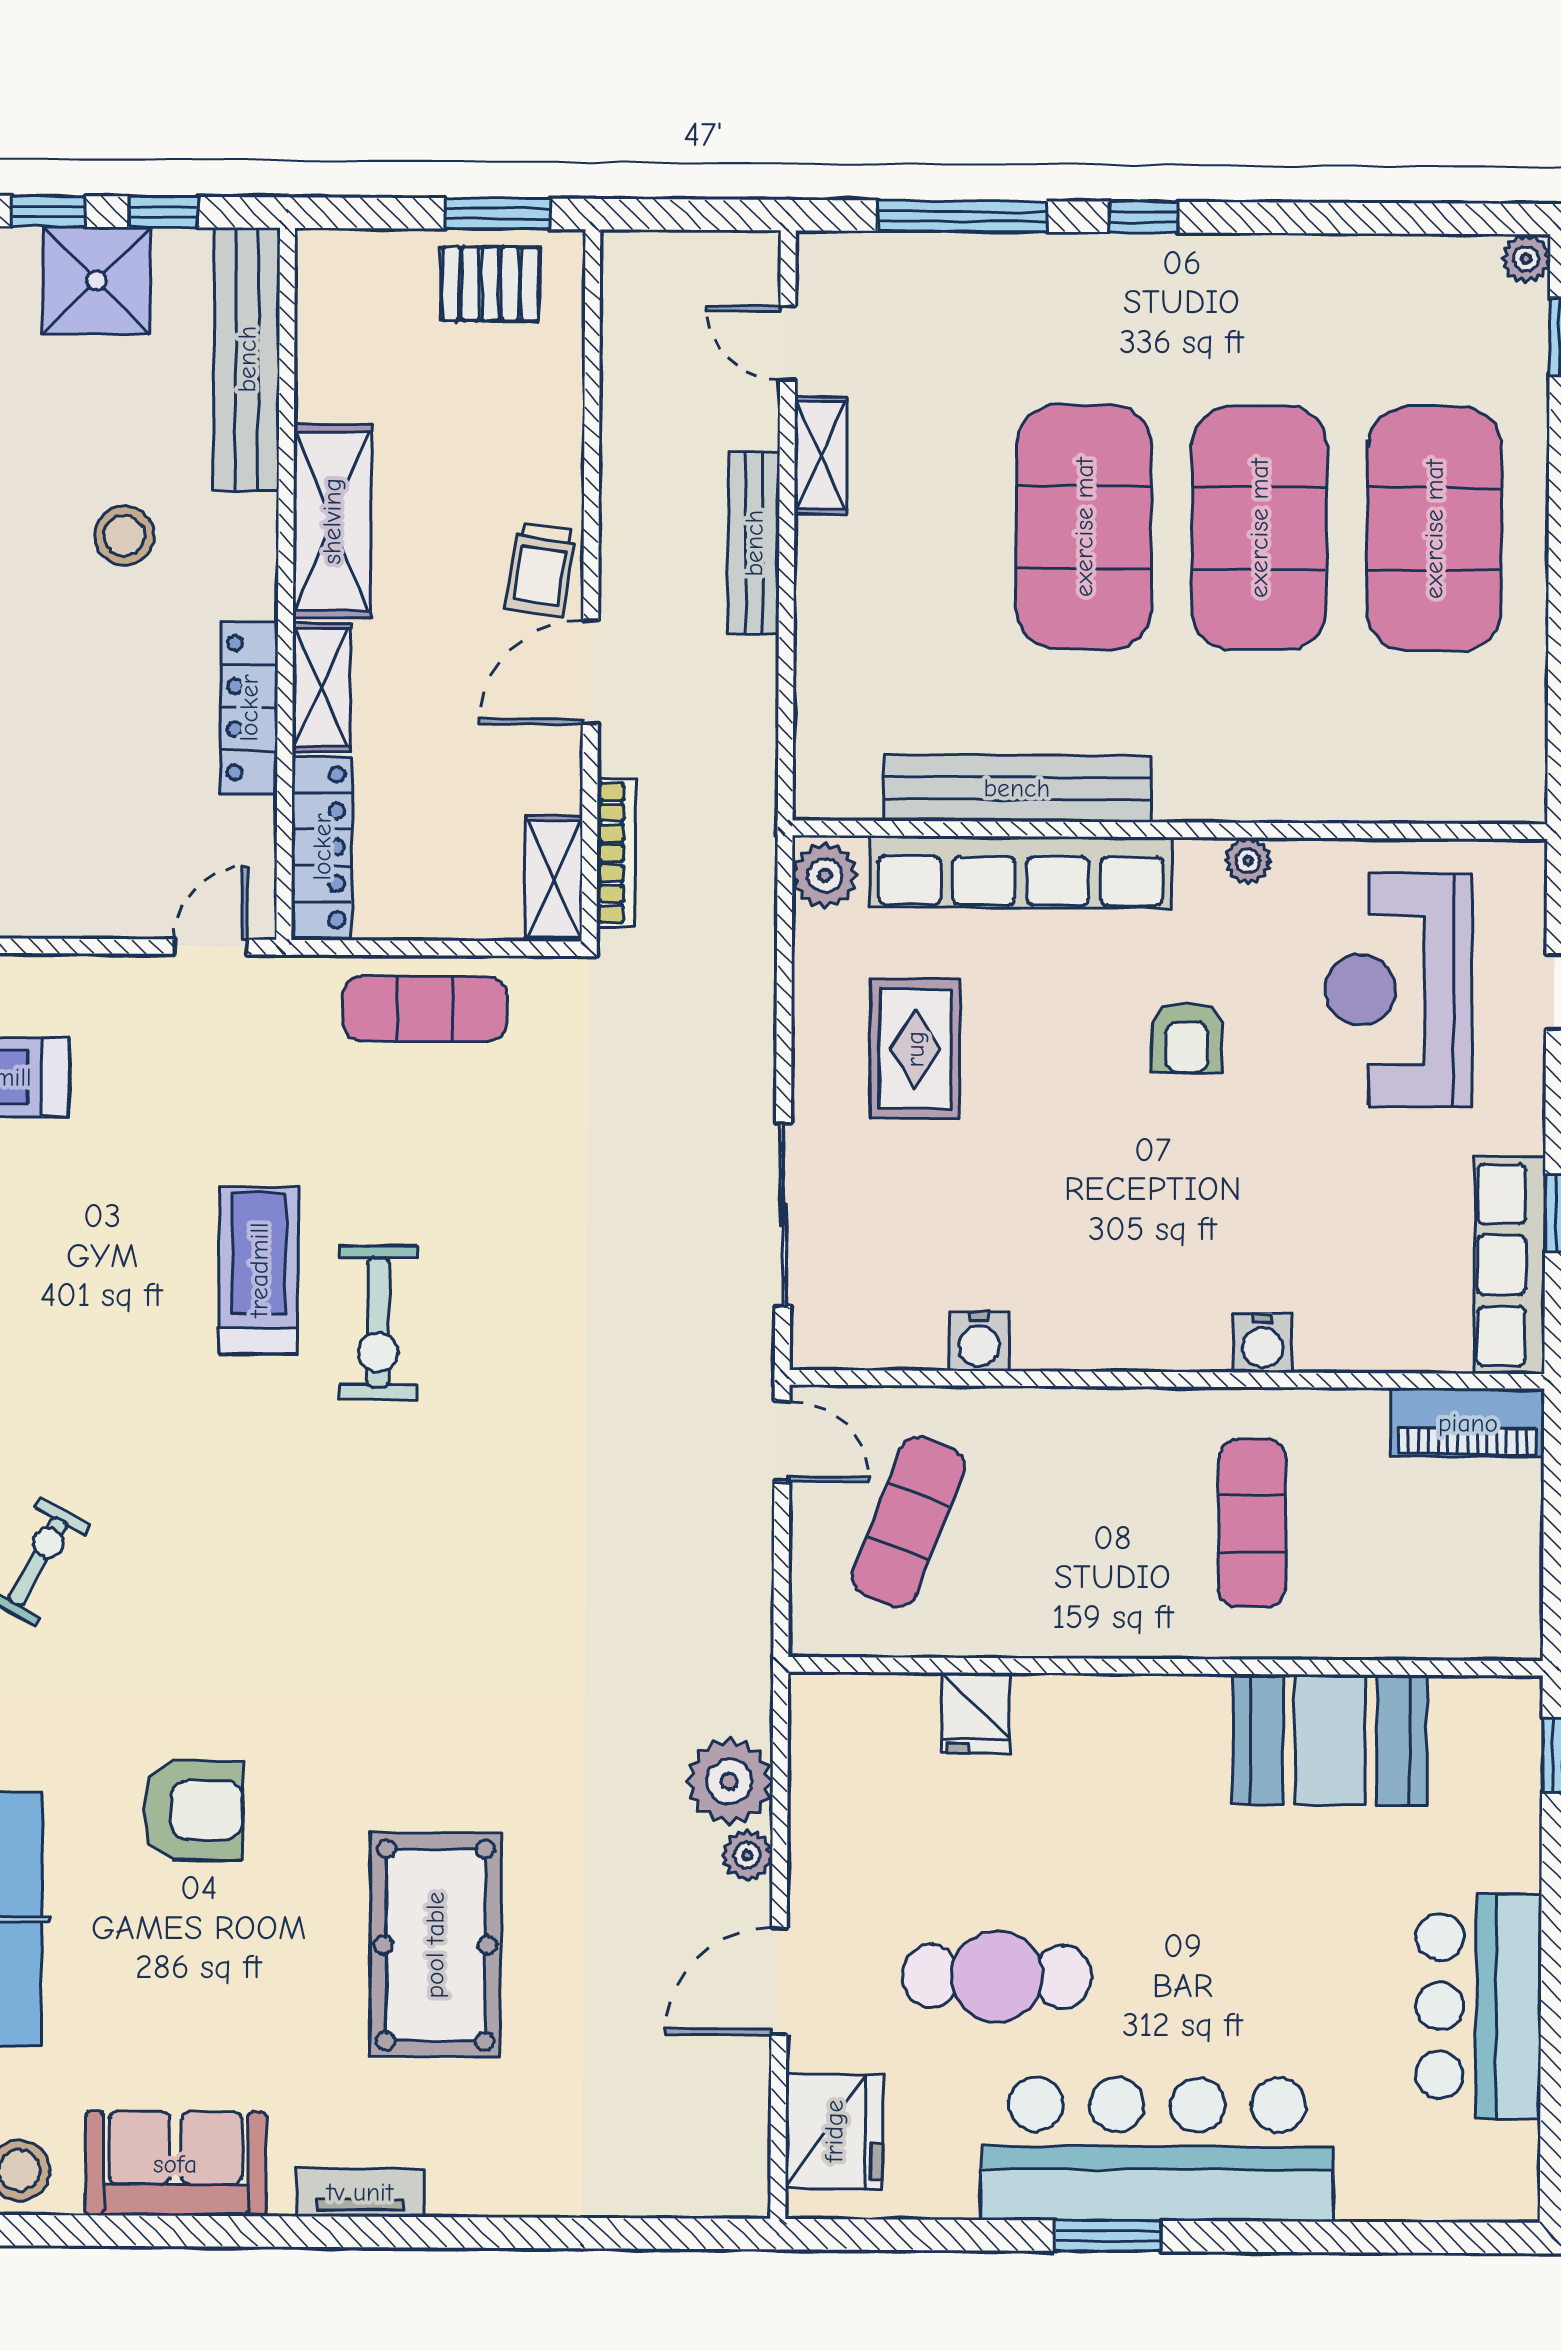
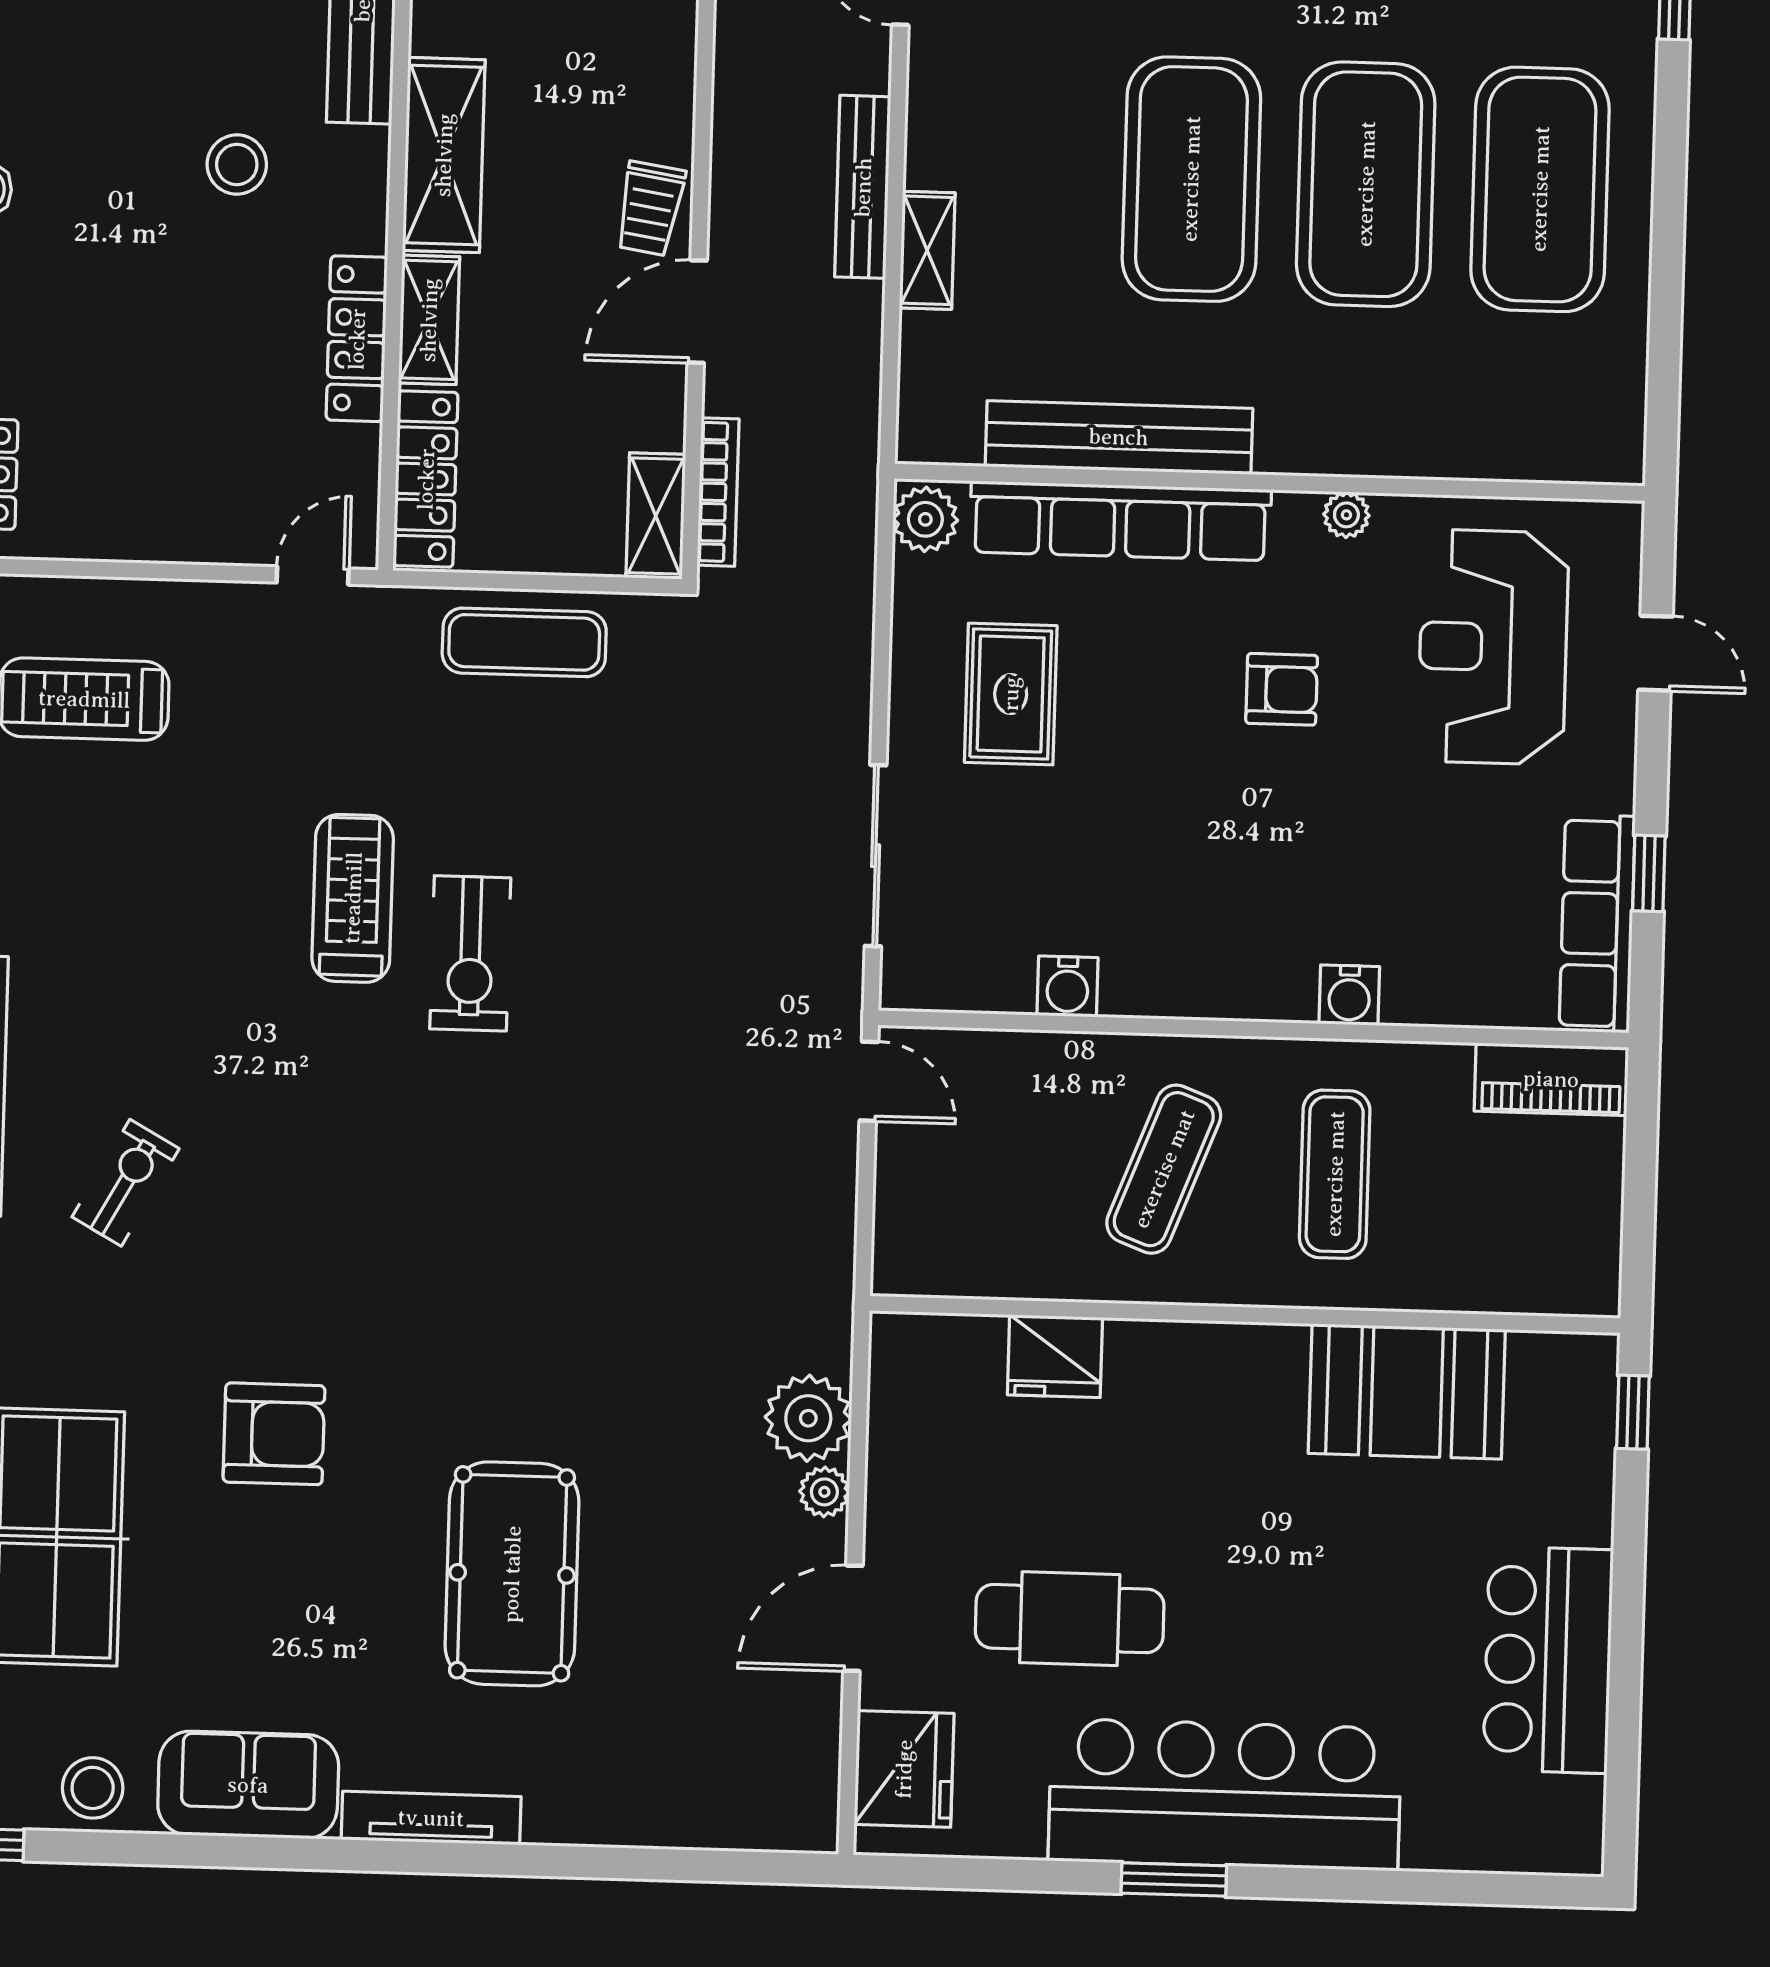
shelving: (821, 455) -> (927, 250), moved
armchair: (1187, 1037) -> (1282, 689), turned -90
exercise mat: (908, 1522) -> (1164, 1169), moved
fridge: (976, 1713) -> (1055, 1356), width x1.38
tv unit: (360, 2192) -> (431, 1818), width x1.41

